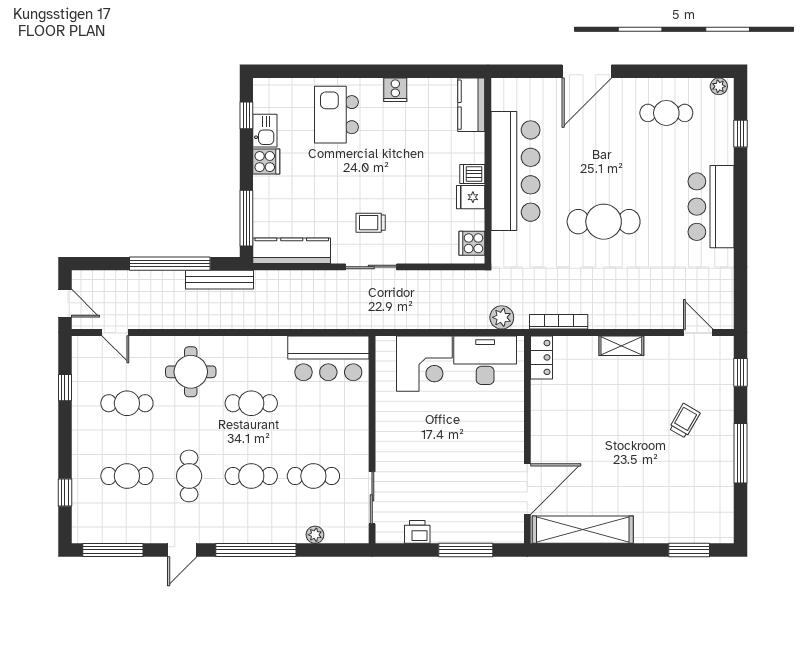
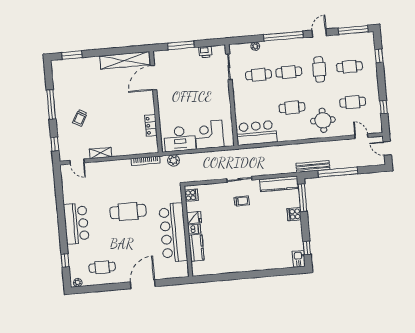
cooker: (395, 90) -> (235, 267), removed
kitchen counter: (471, 105) -> (196, 248), moved
kitchen island: (336, 115) -> (263, 252), removed
kitchen sink: (265, 131) -> (299, 259), moved
cooker: (266, 162) -> (294, 214), moved
shelving: (621, 346) -> (101, 153), moved
locker: (542, 357) -> (151, 126), moved

